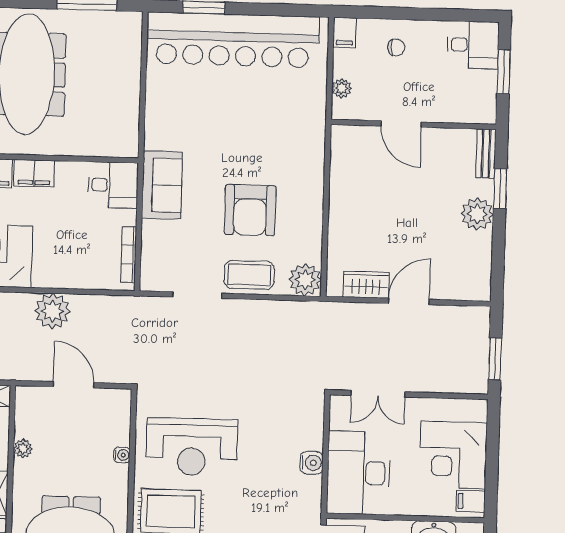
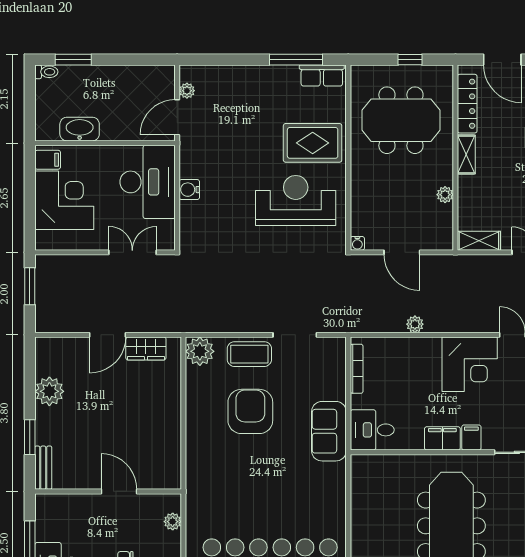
plant: (477, 214) -> (49, 391), moved
plant: (52, 311) -> (415, 324), width x0.53, depth x0.53
water cooler: (122, 455) -> (357, 243), moved, turned -90

